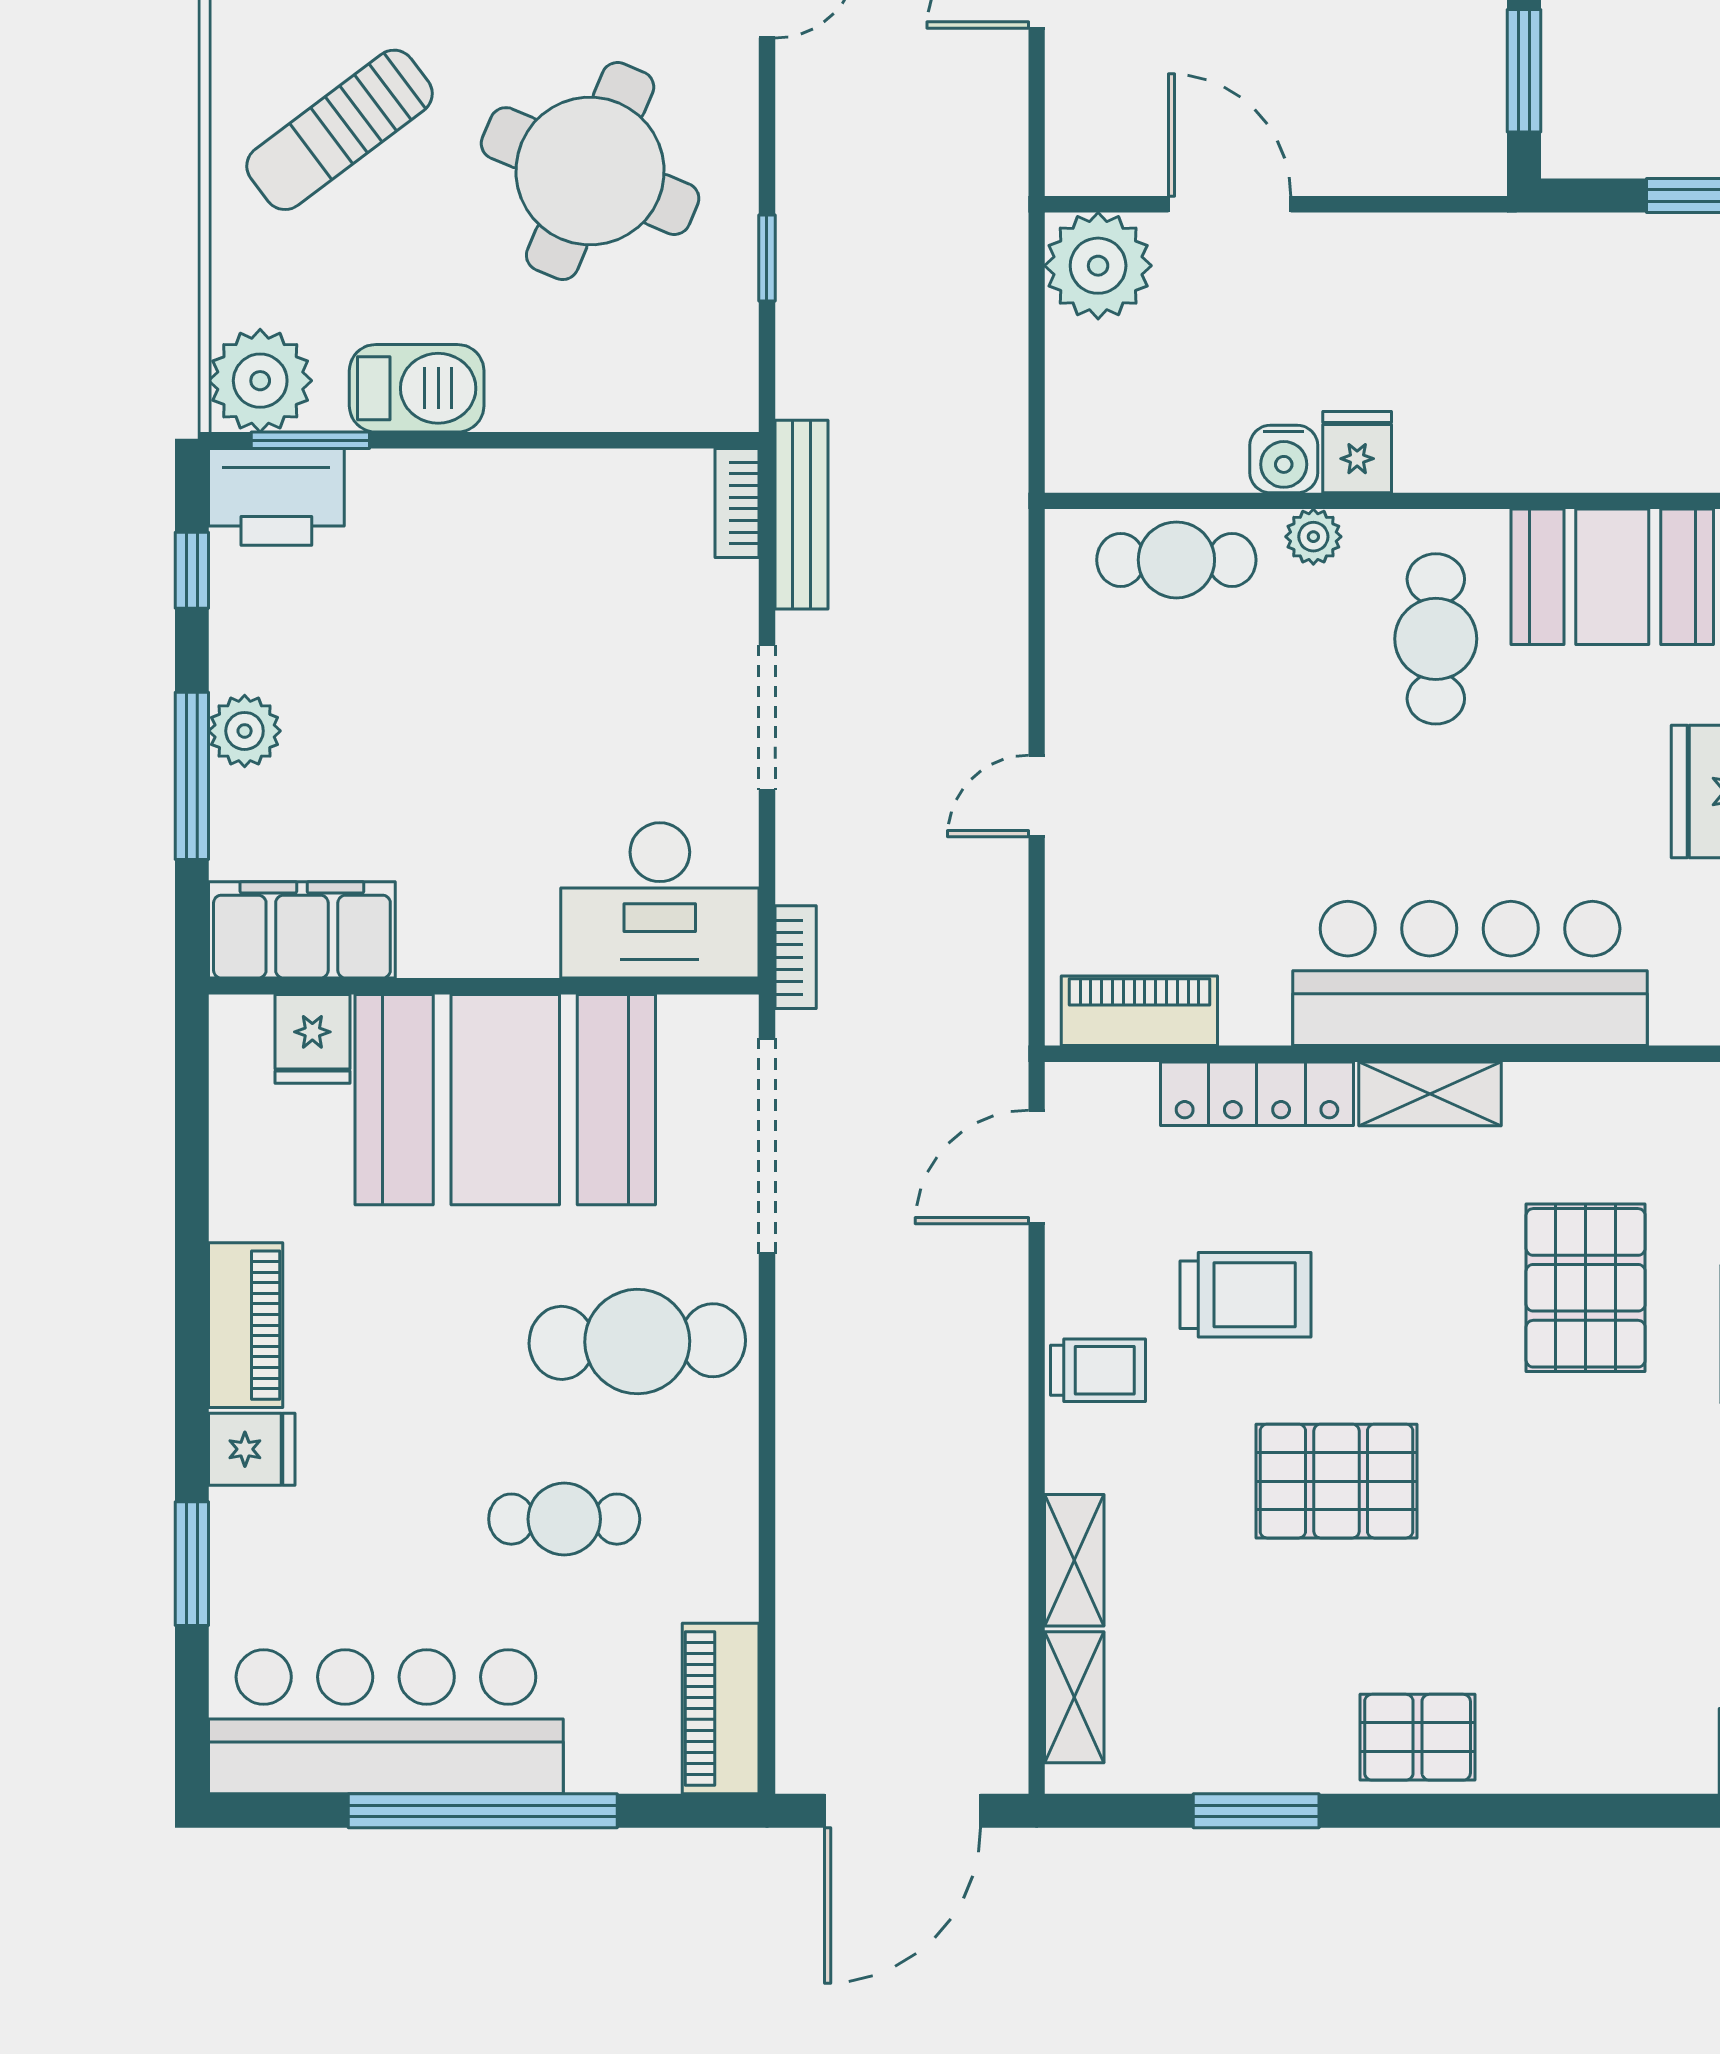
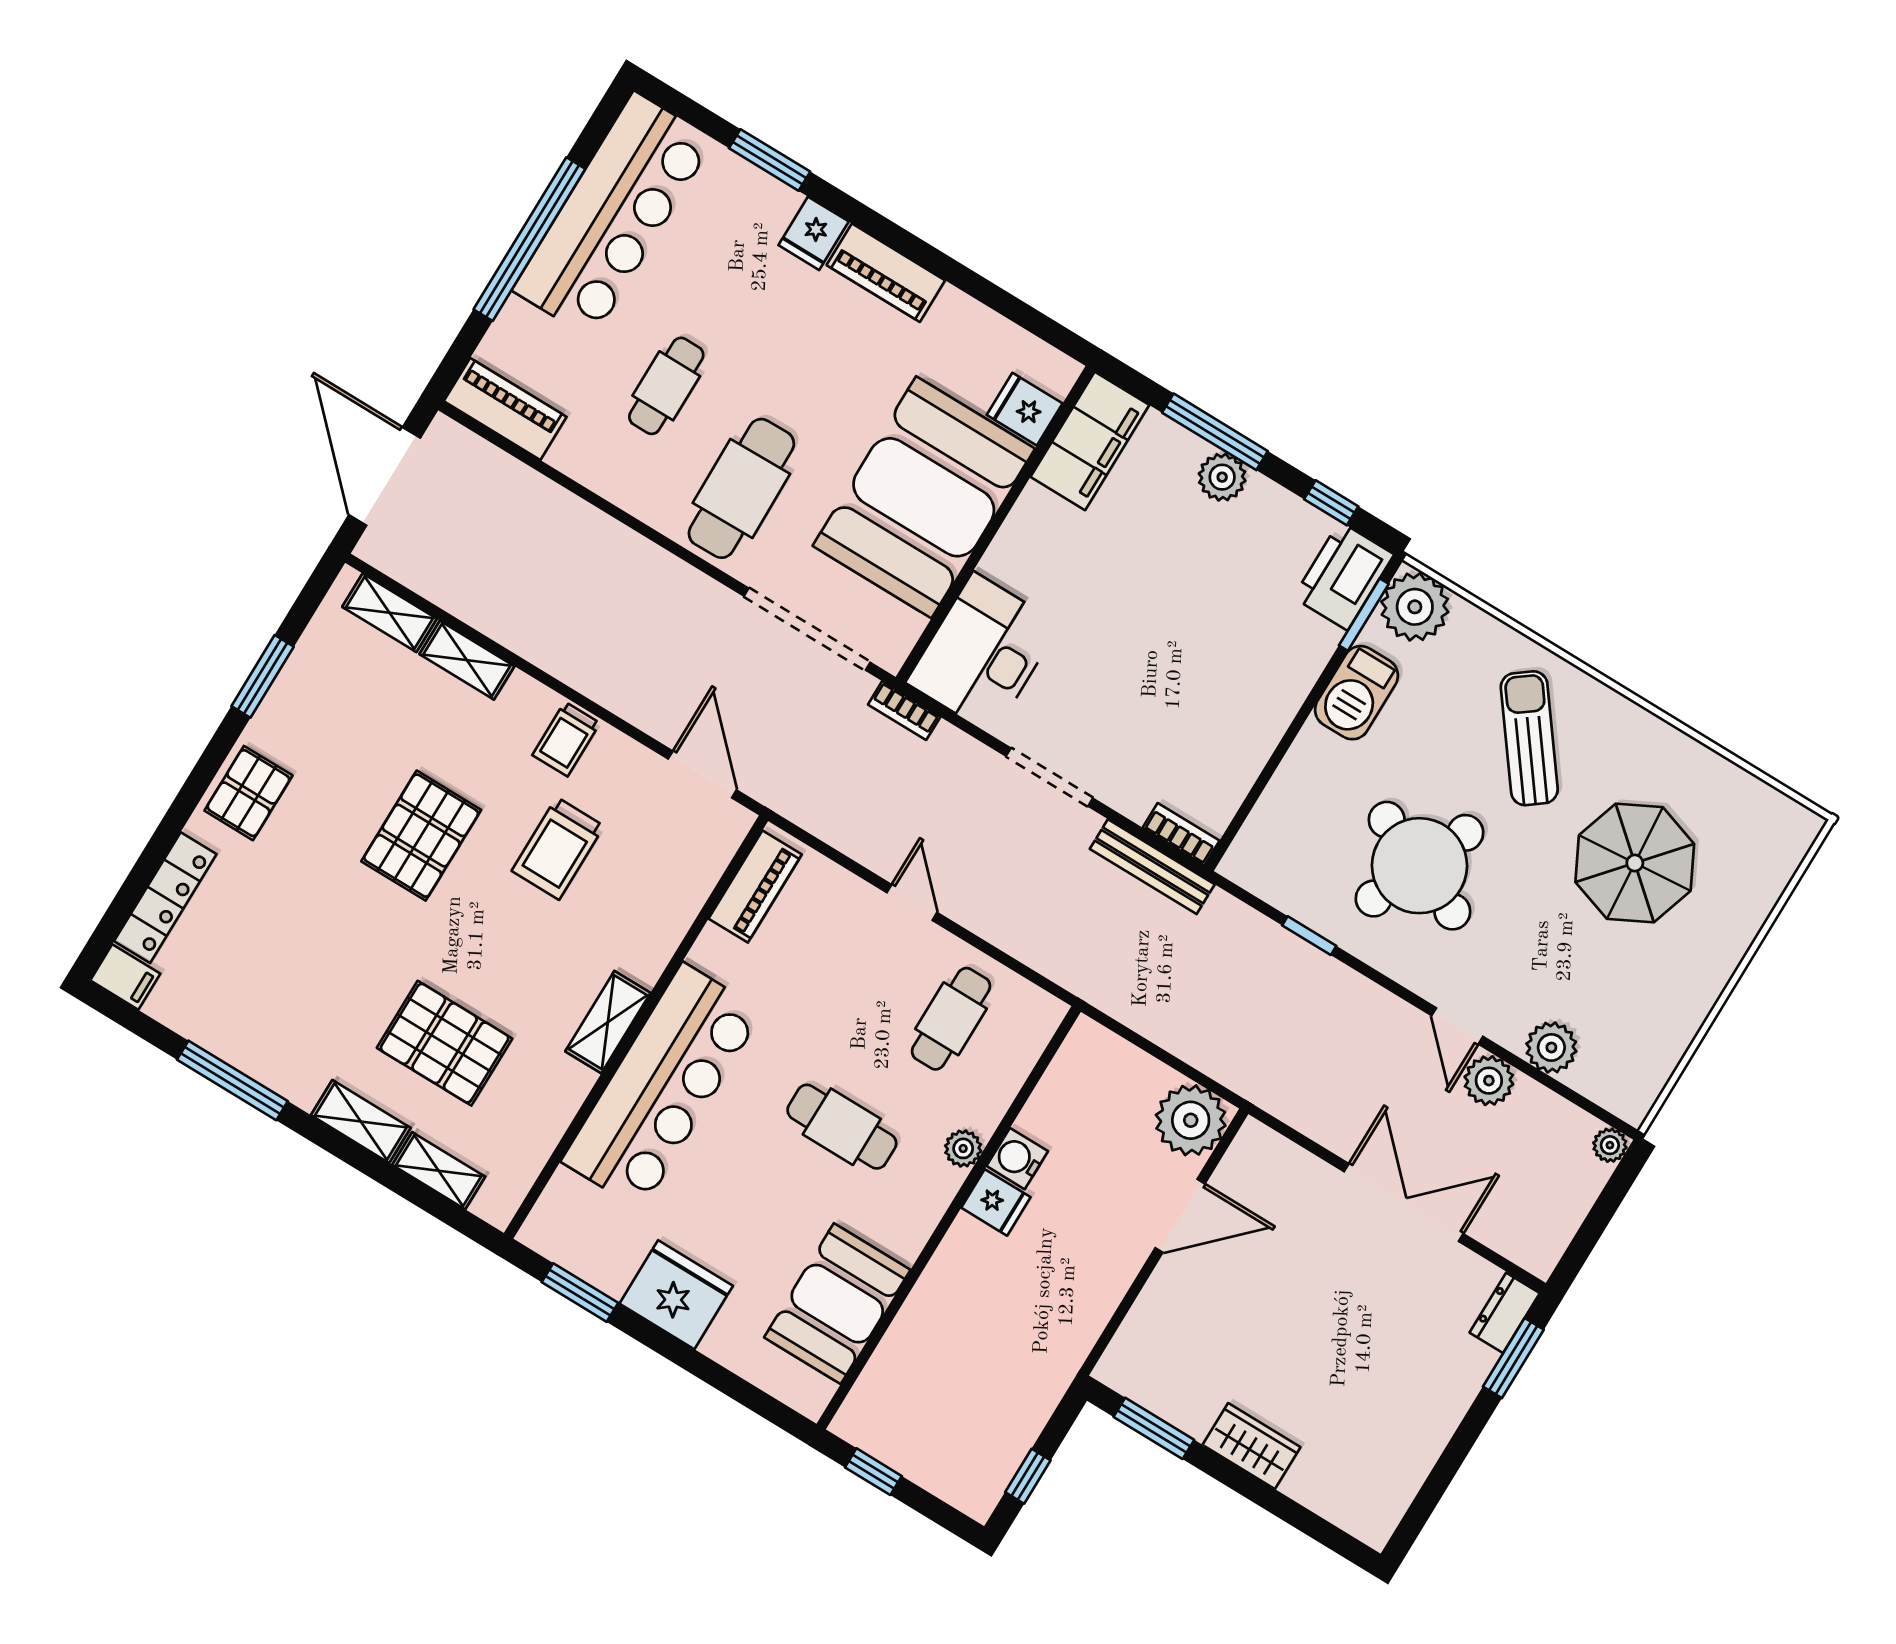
cafe table: (1176, 560) -> (951, 1019), moved
cafe table: (1436, 639) -> (842, 1127), moved
locker: (1257, 1094) -> (165, 898), moved, turned 180

